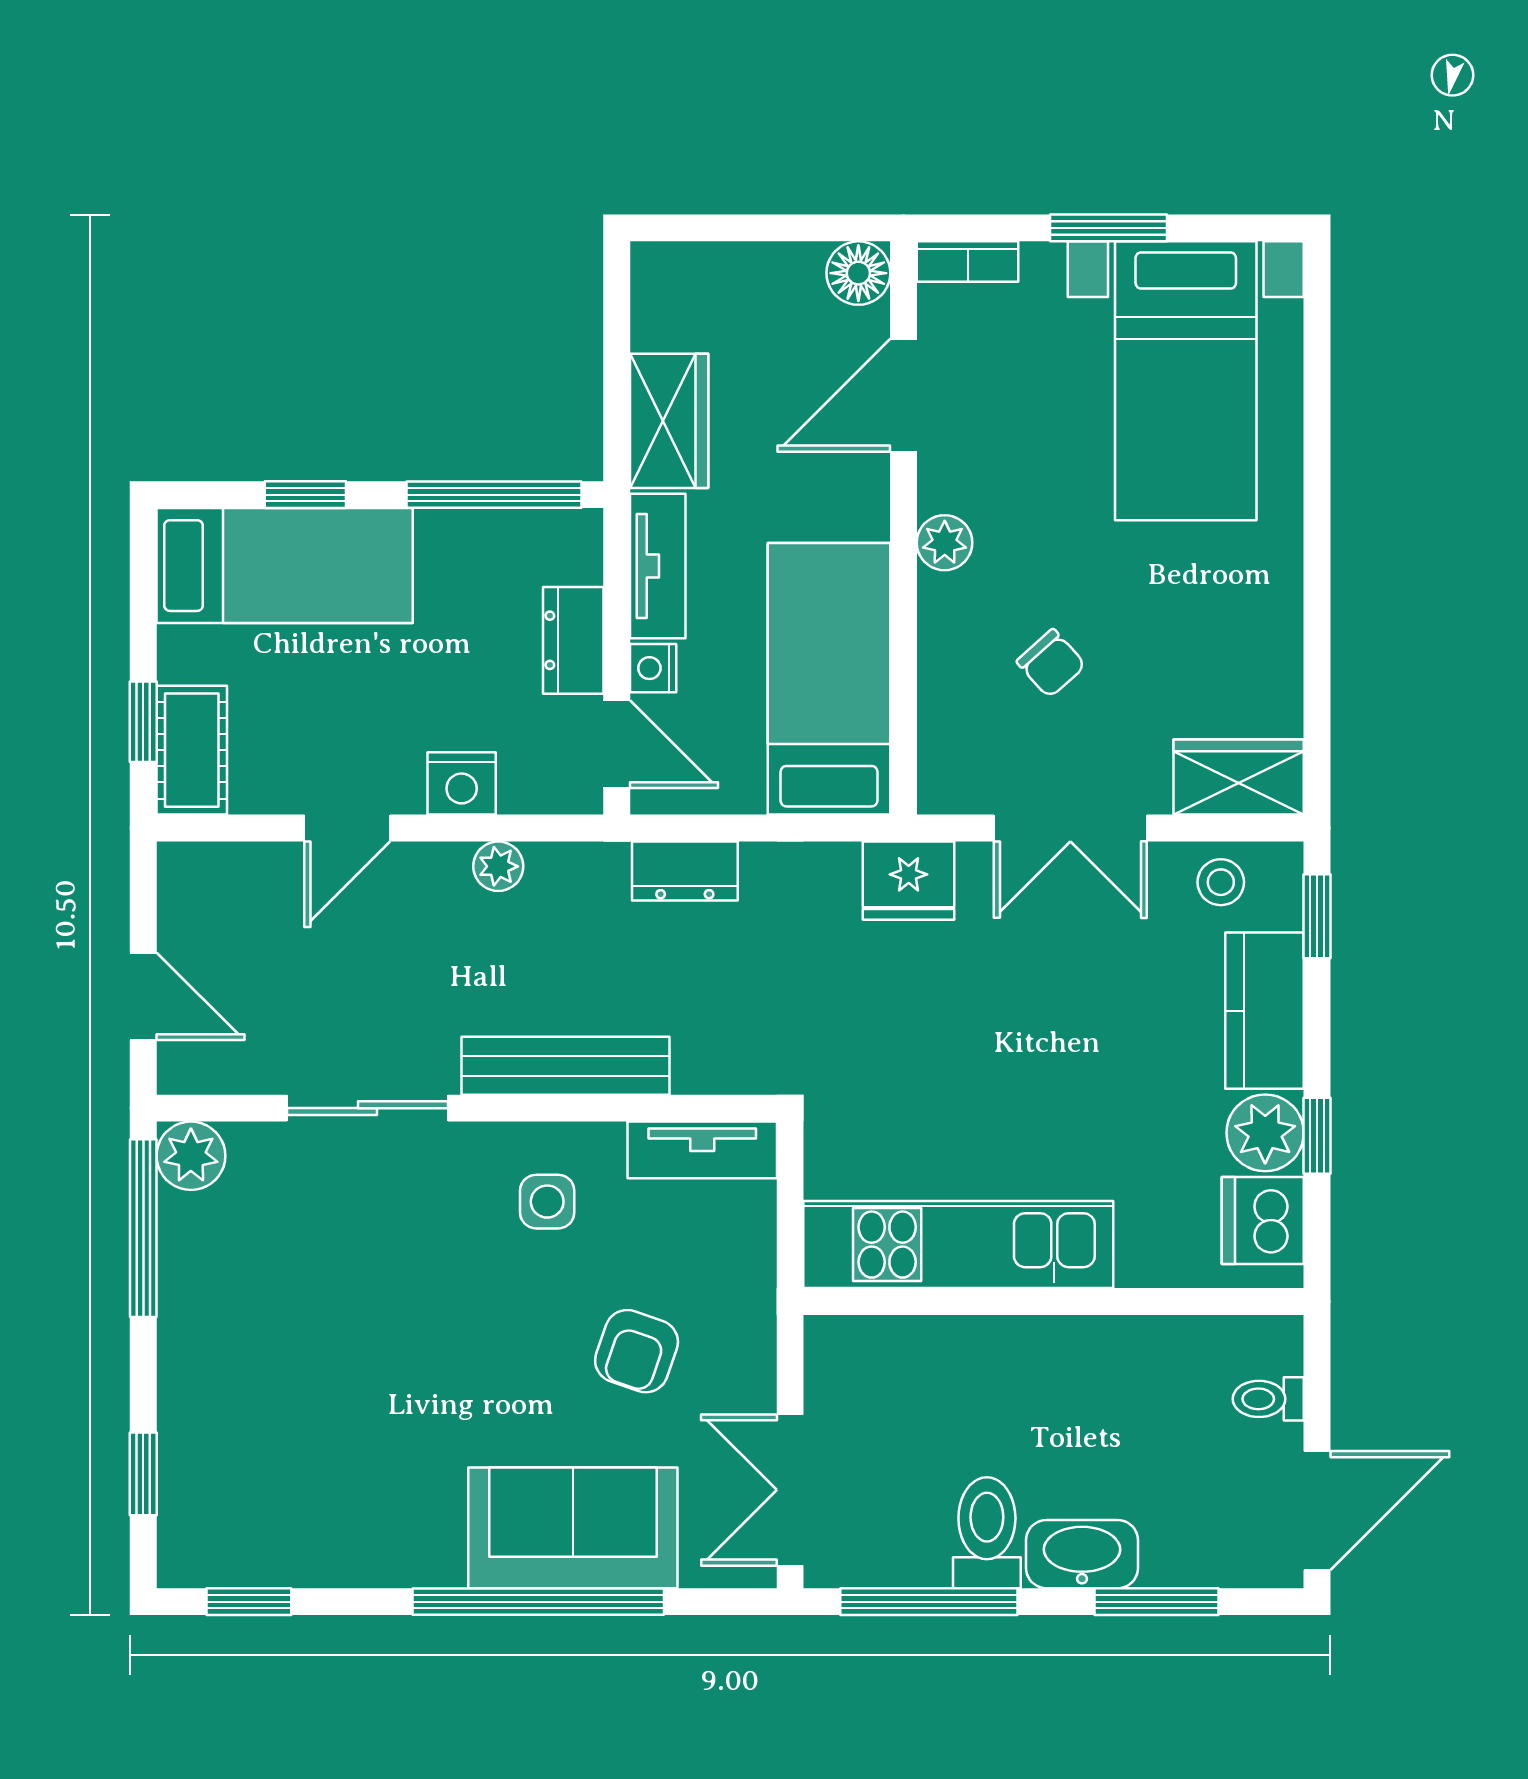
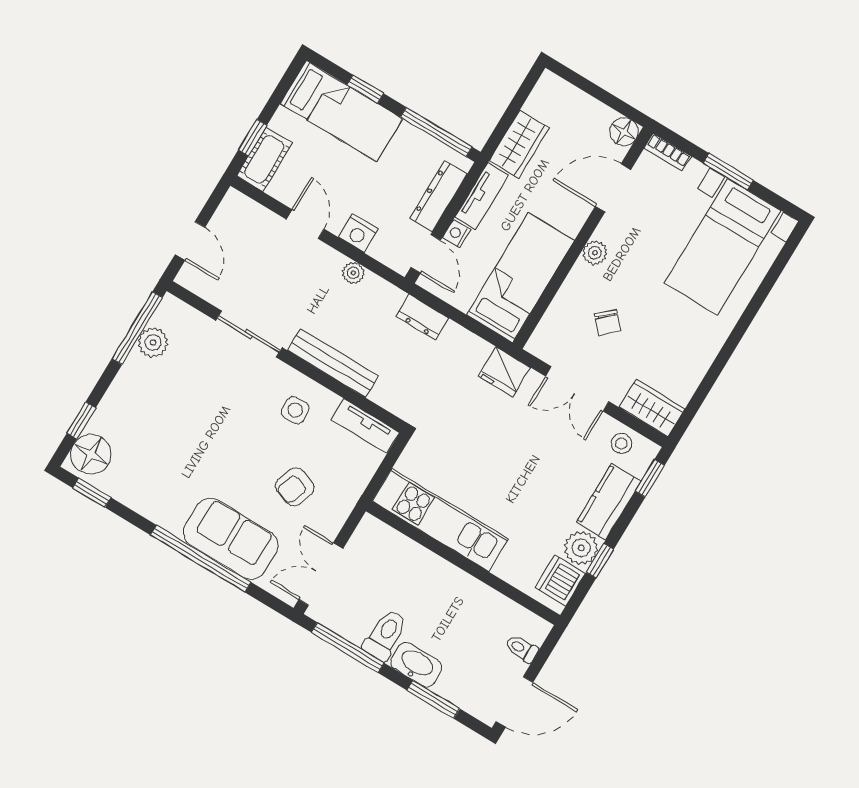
dresser: (573, 640) -> (438, 196), width x1.44
door: (347, 828) -> (305, 224), swing flipped
plant: (191, 1156) -> (153, 343), moved
floor lamp: (202, 1528) -> (91, 454), added

